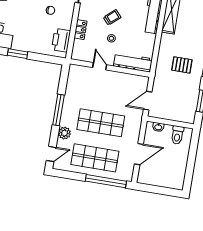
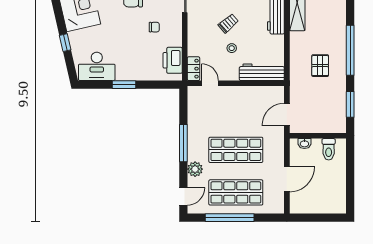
locker: (80, 30) -> (193, 69), moved
pallet: (182, 65) -> (320, 66), turned 90
door: (100, 66) -> (210, 83), moved
window: (106, 181) -> (230, 218), moved

